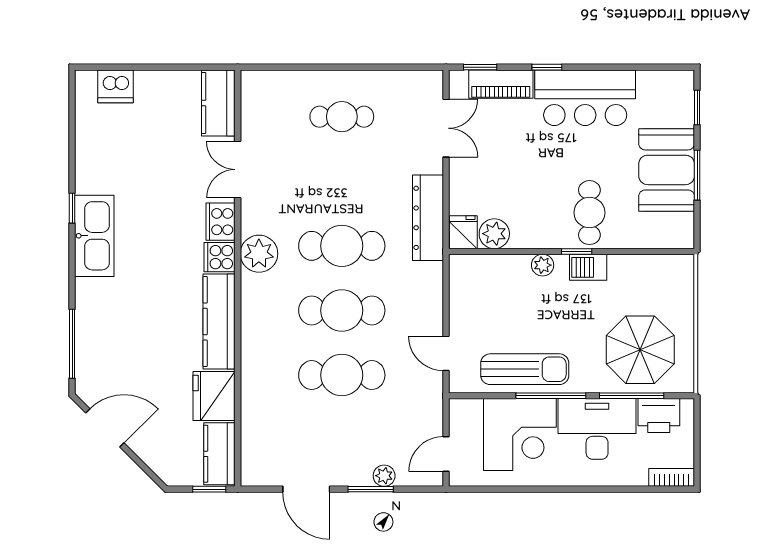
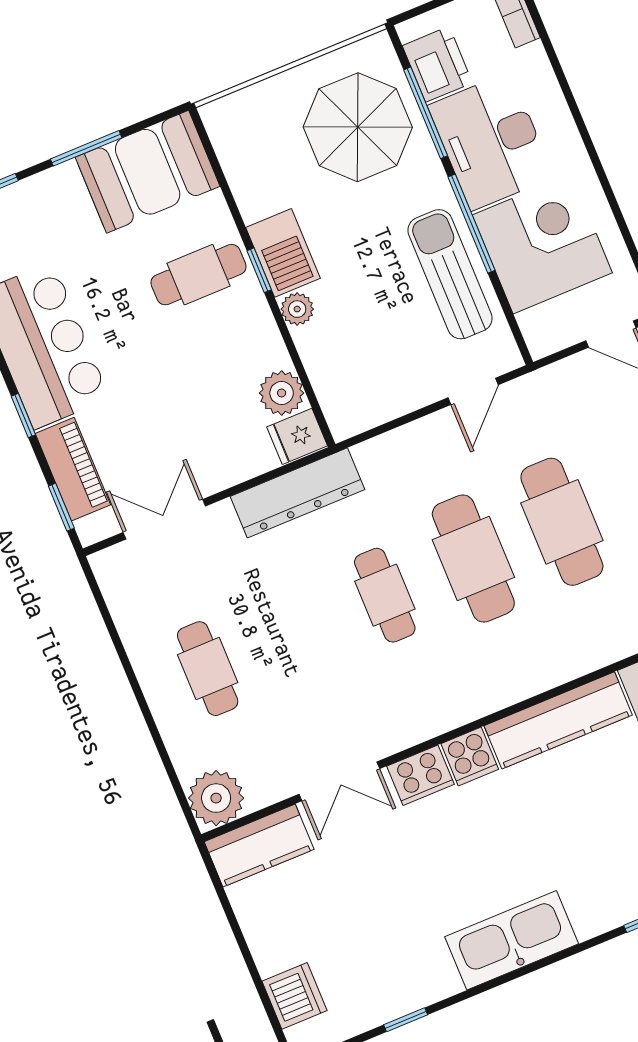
booth: (667, 170) -> (148, 172), moved
window: (72, 208) -> (406, 1020), moved
cafe table: (342, 246) -> (385, 595), width x0.73, depth x0.74
plant: (259, 254) -> (216, 798), moved
barbecue: (588, 267) -> (283, 253), width x1.38, depth x1.27

